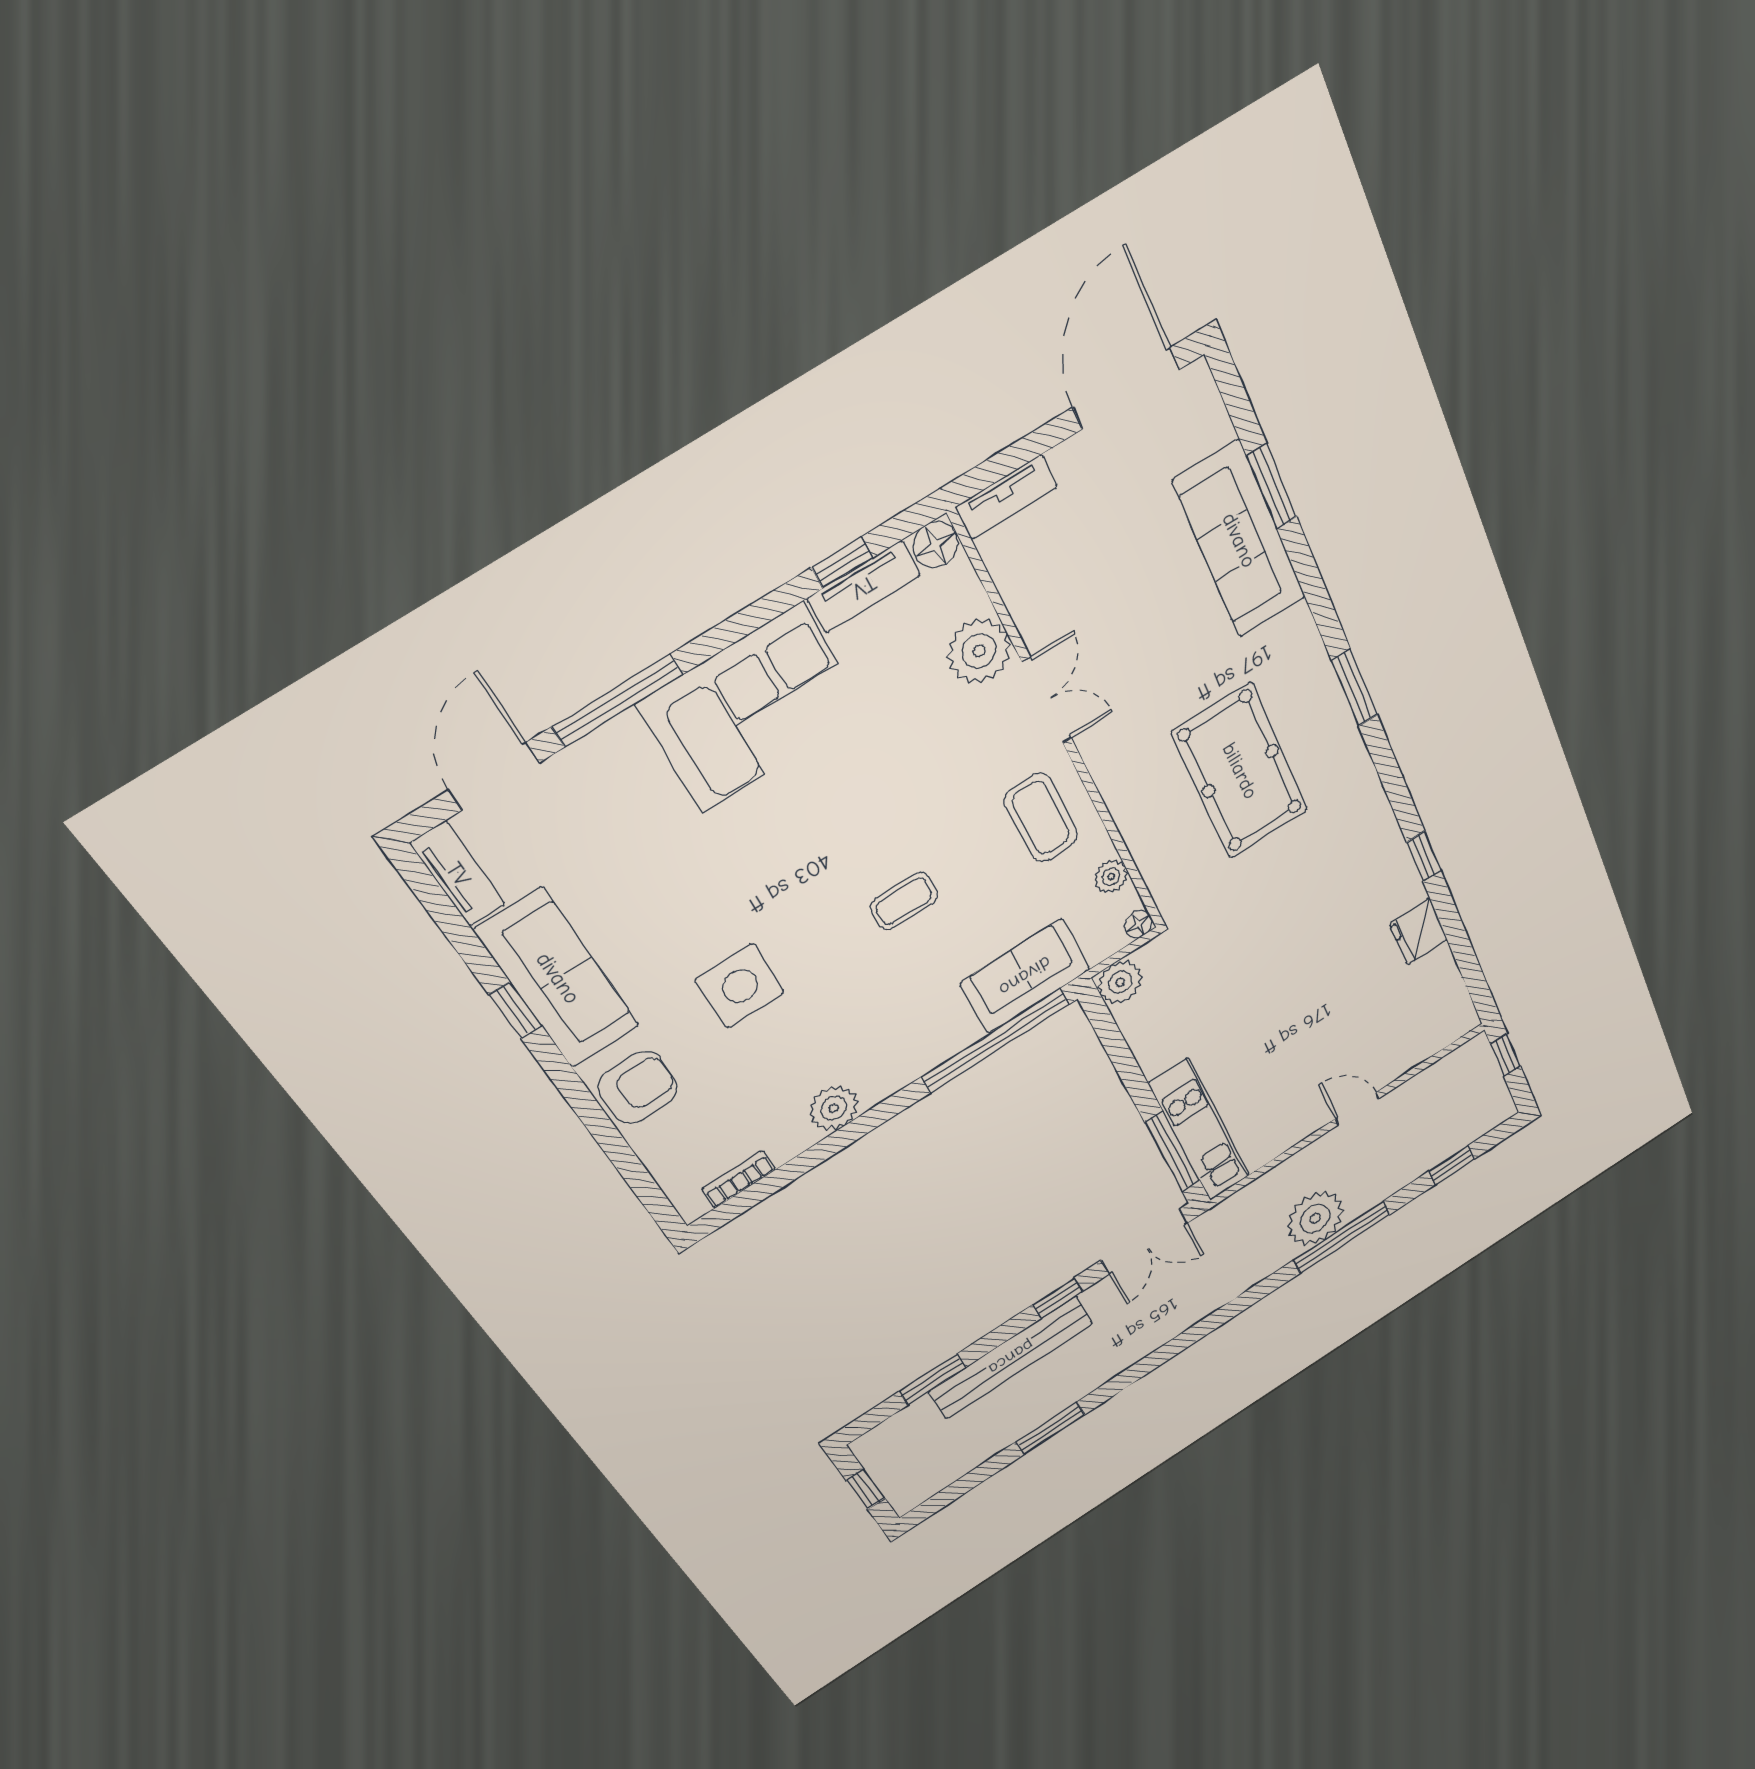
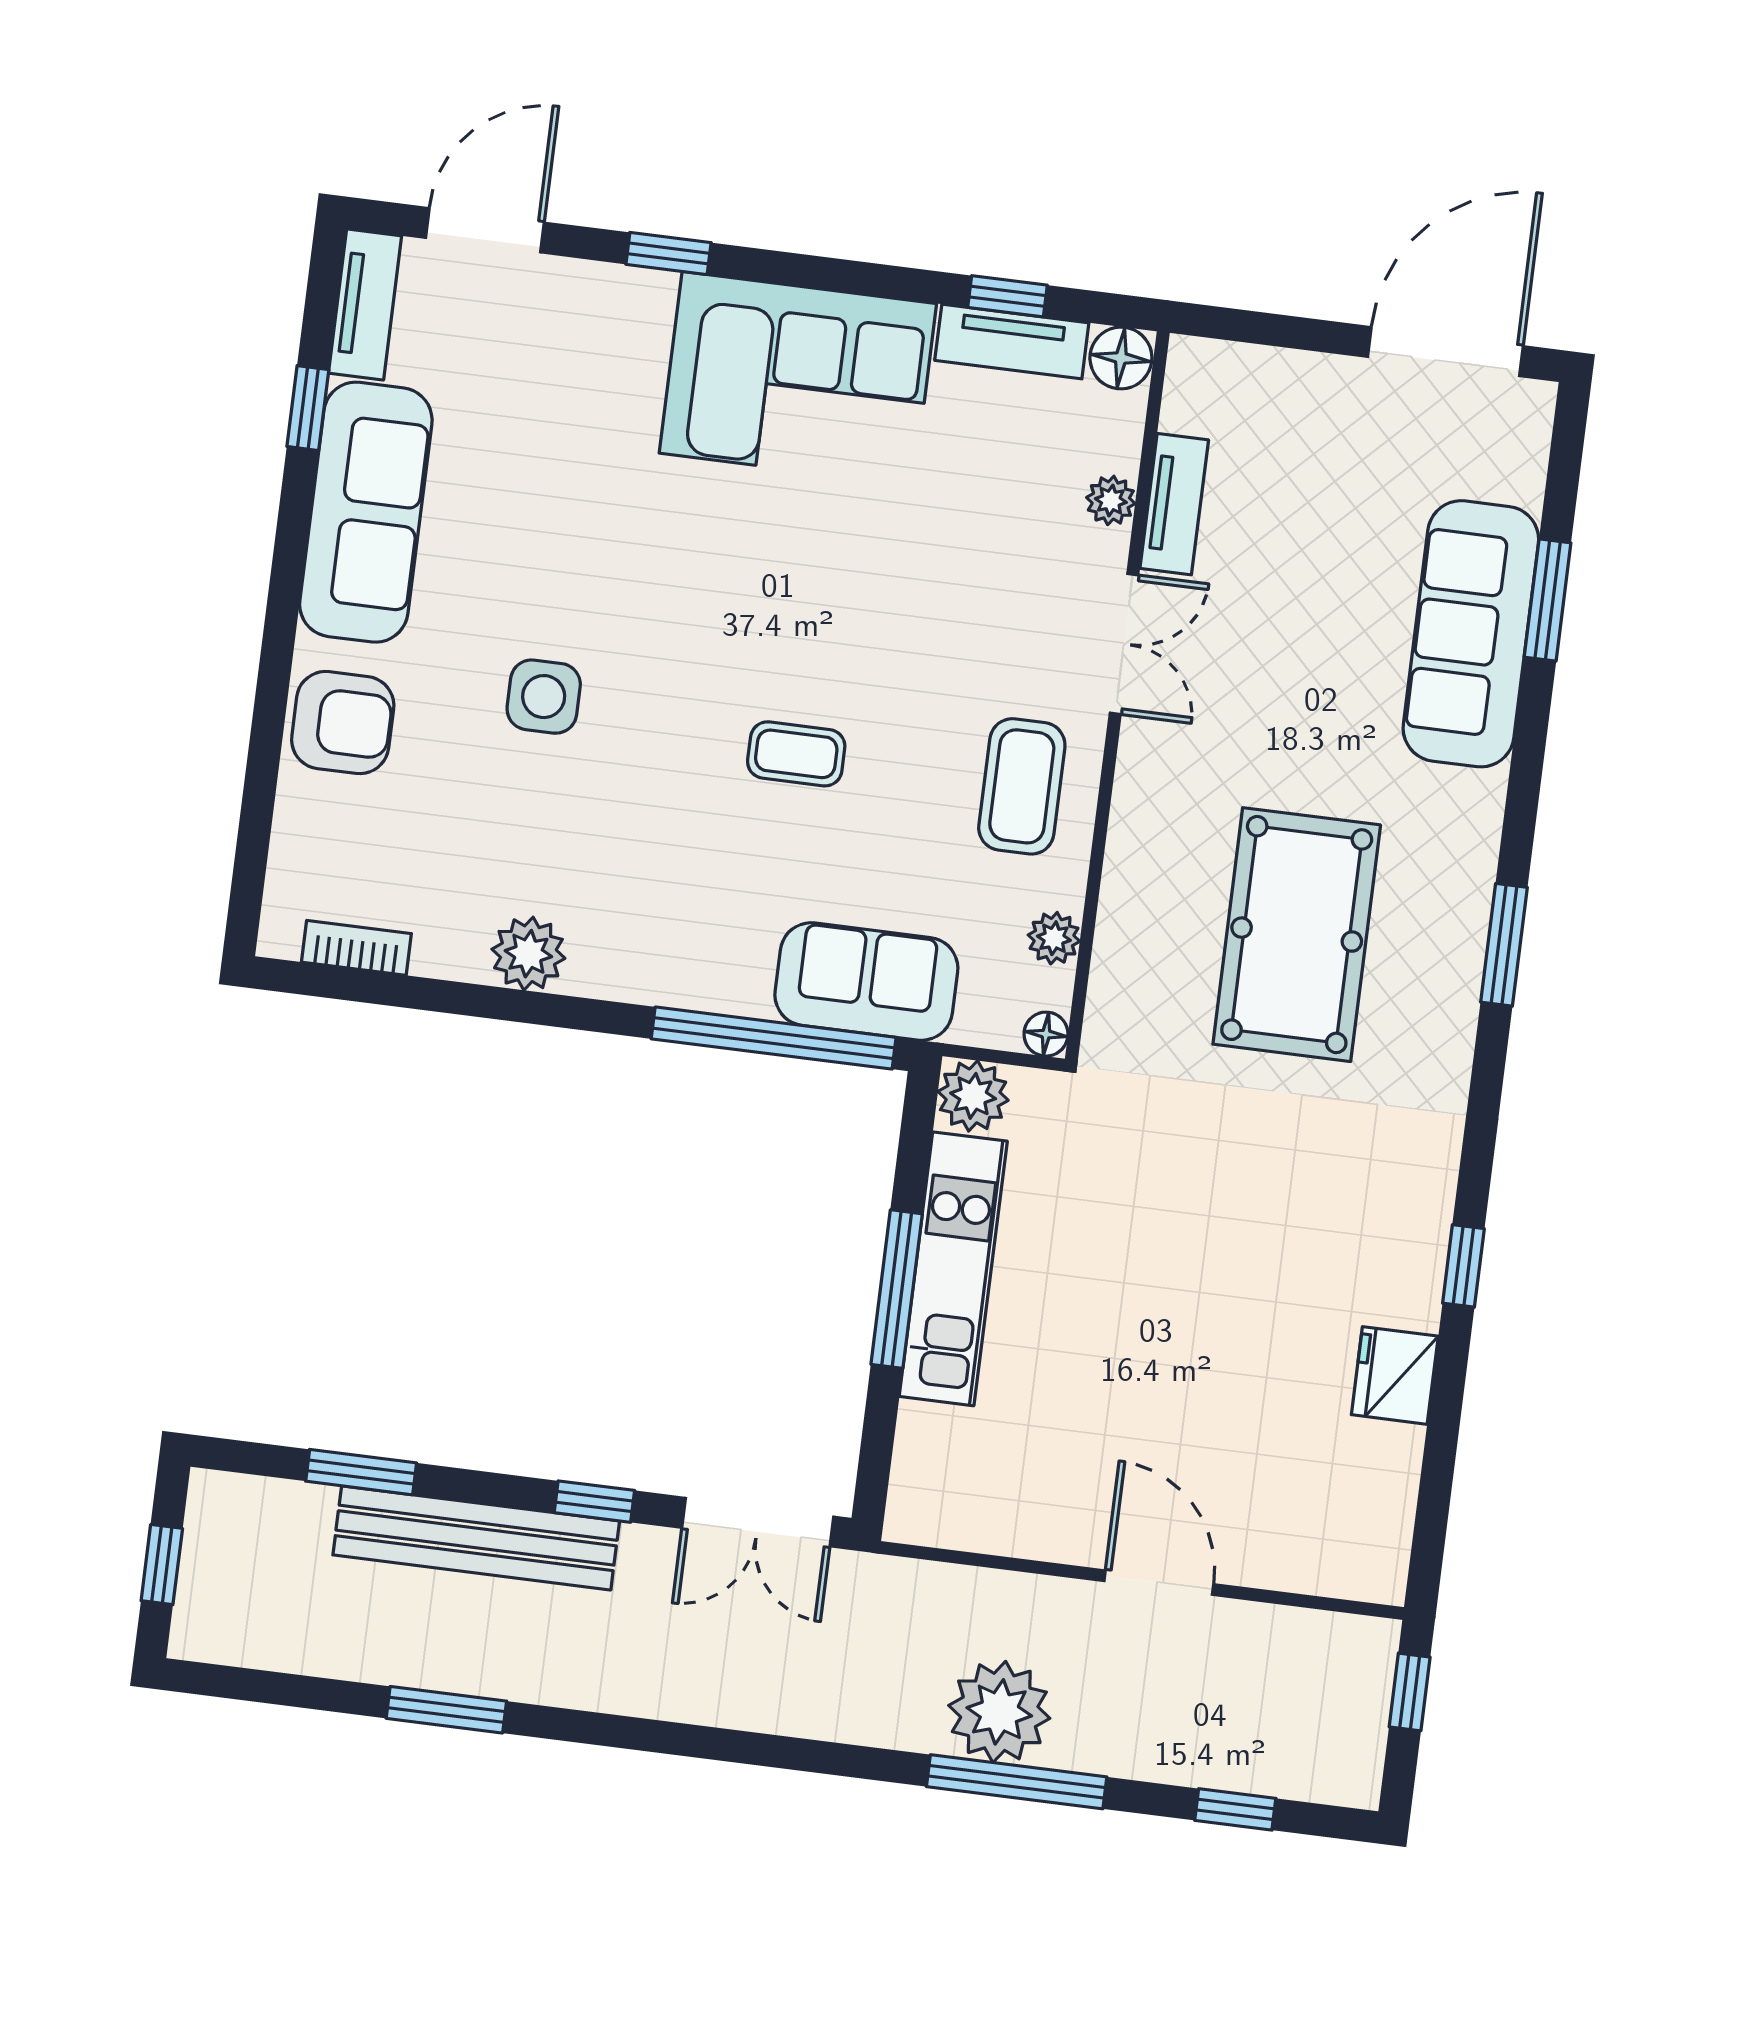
tv unit: (1006, 497) -> (1174, 504), moved, turned -90
plant: (979, 651) -> (1111, 500), width x0.53, depth x0.53
window: (617, 701) -> (668, 253), width x0.46
side table: (740, 986) -> (544, 697), width x0.73, depth x0.73
window: (515, 1010) -> (308, 408), moved
door: (1357, 1109) -> (1159, 1583), width x1.38
kitchen unit: (1199, 1130) -> (953, 1269), moved
window: (1173, 1152) -> (897, 1289), moved

